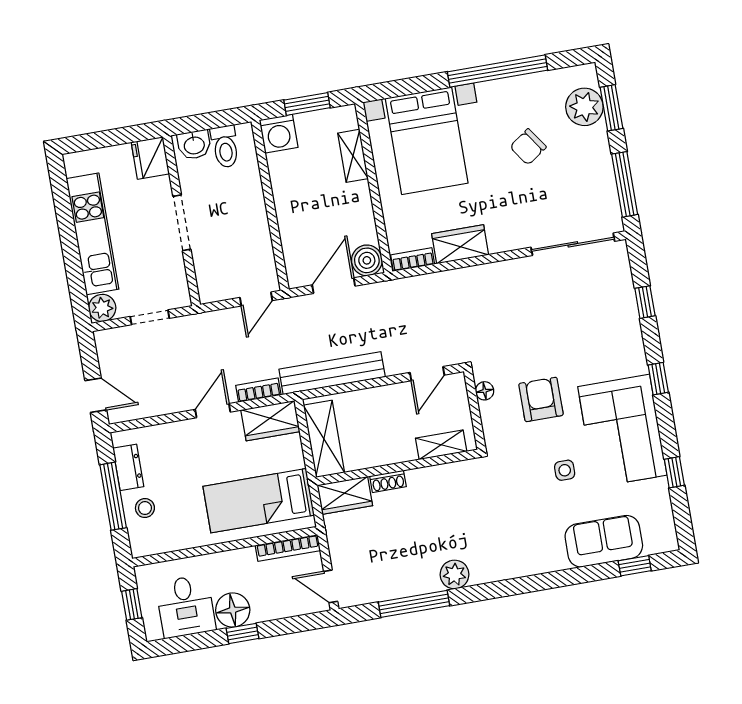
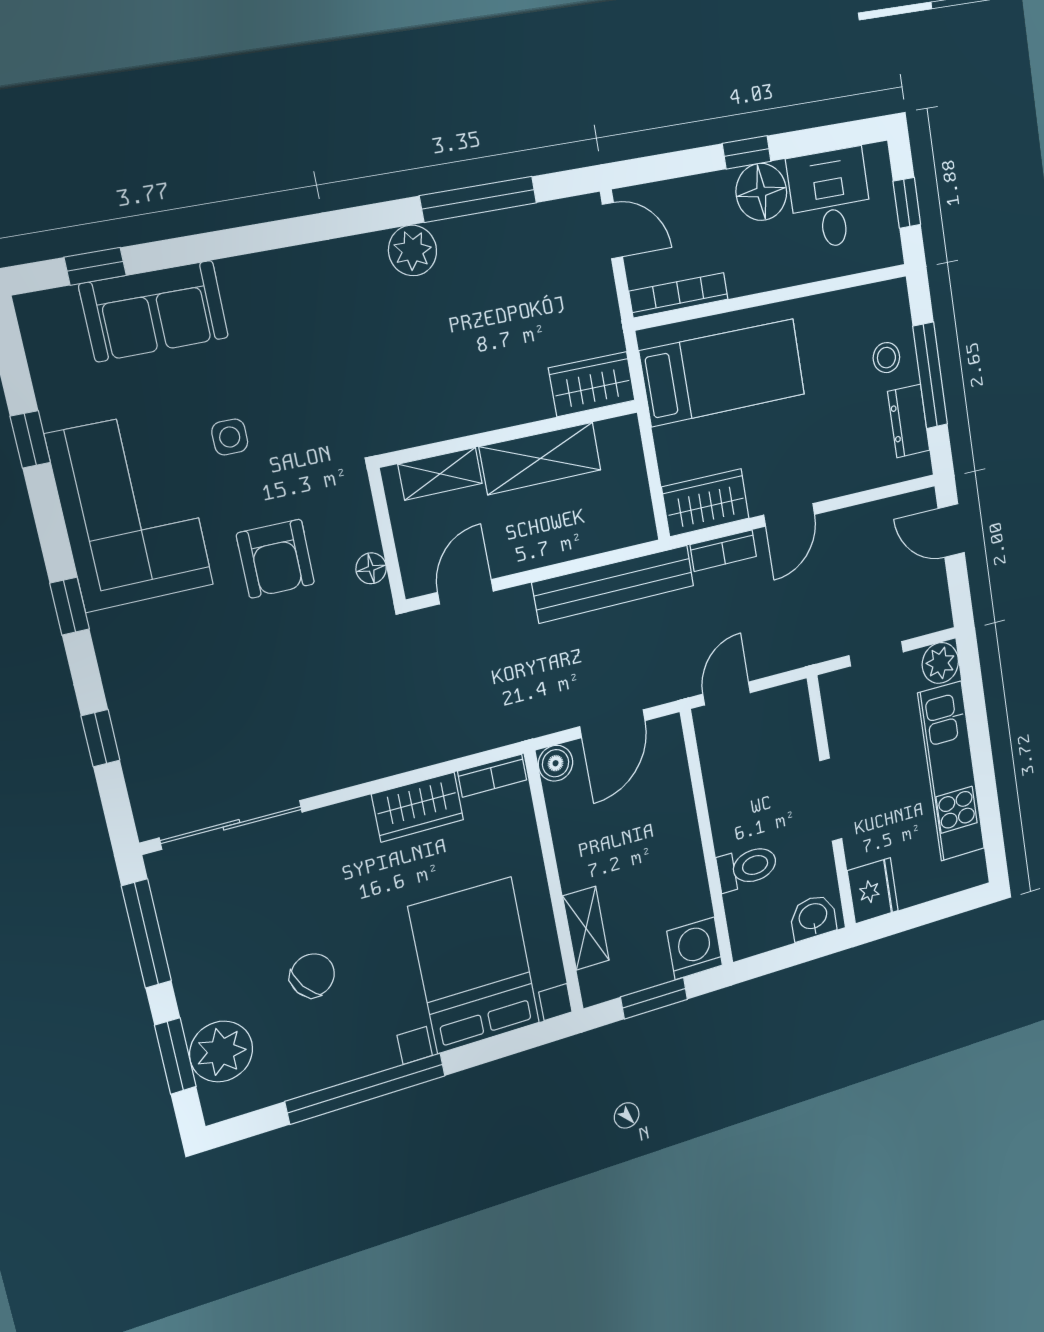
toilet: (225, 147) -> (747, 867), moved, turned 90
boiler: (367, 260) -> (556, 763), width x0.73, depth x0.73
shelving: (324, 439) -> (540, 458), moved, turned 90
shoe rack: (388, 481) -> (524, 409), removed

